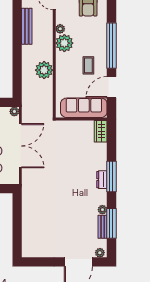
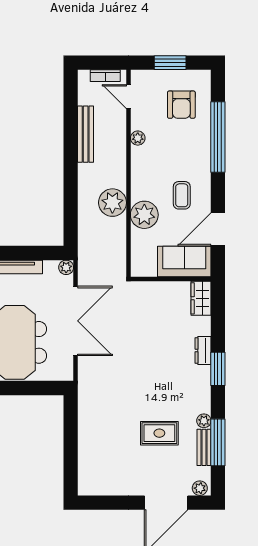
plant: (64, 43) -> (144, 215), moved
window: (111, 46) -> (218, 137), moved
sofa: (84, 108) -> (184, 262), width x0.73
window: (111, 176) -> (218, 369), width x0.69
dresser: (102, 180) -> (203, 350), moved
rug: (74, 218) -> (159, 433), added

